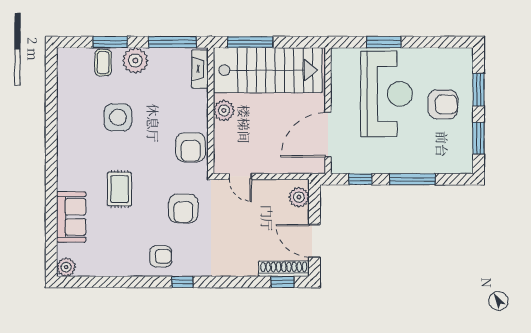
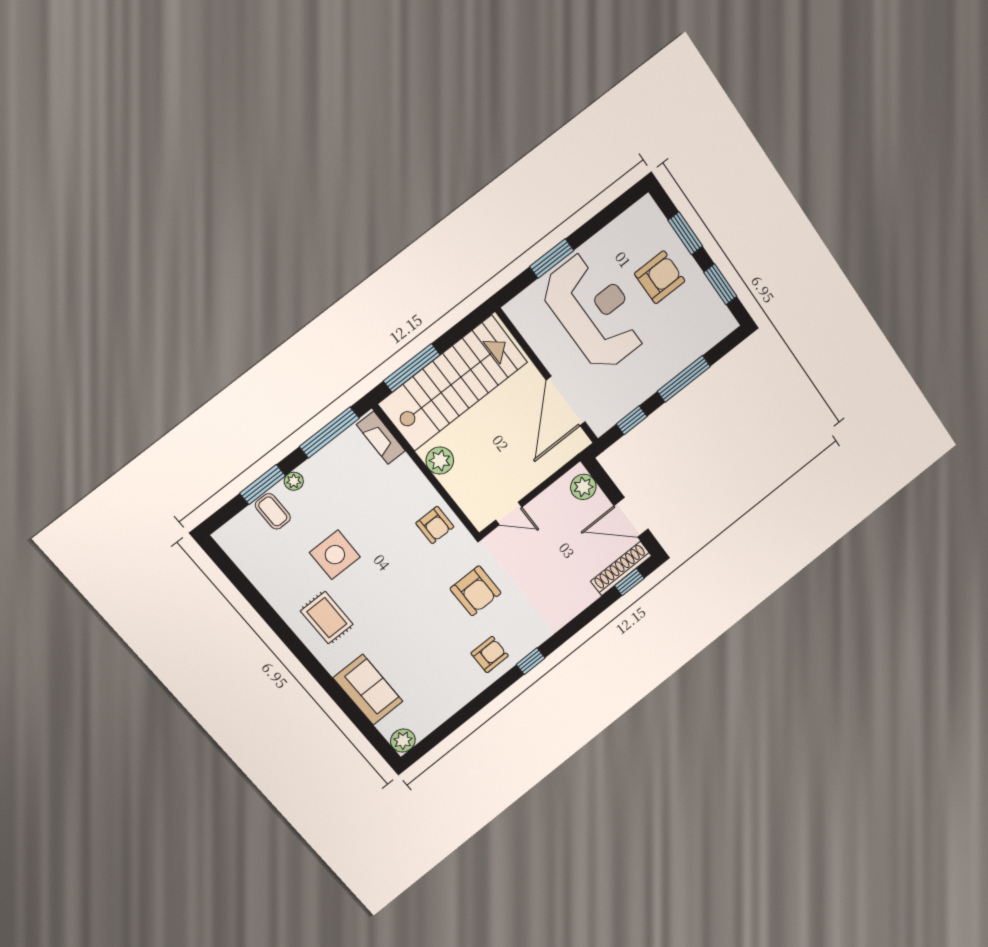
plant: (135, 60) -> (294, 481), width x0.53, depth x0.53
armchair: (191, 147) -> (435, 525), width x0.72, depth x0.72
rug: (120, 189) -> (327, 618), moved

